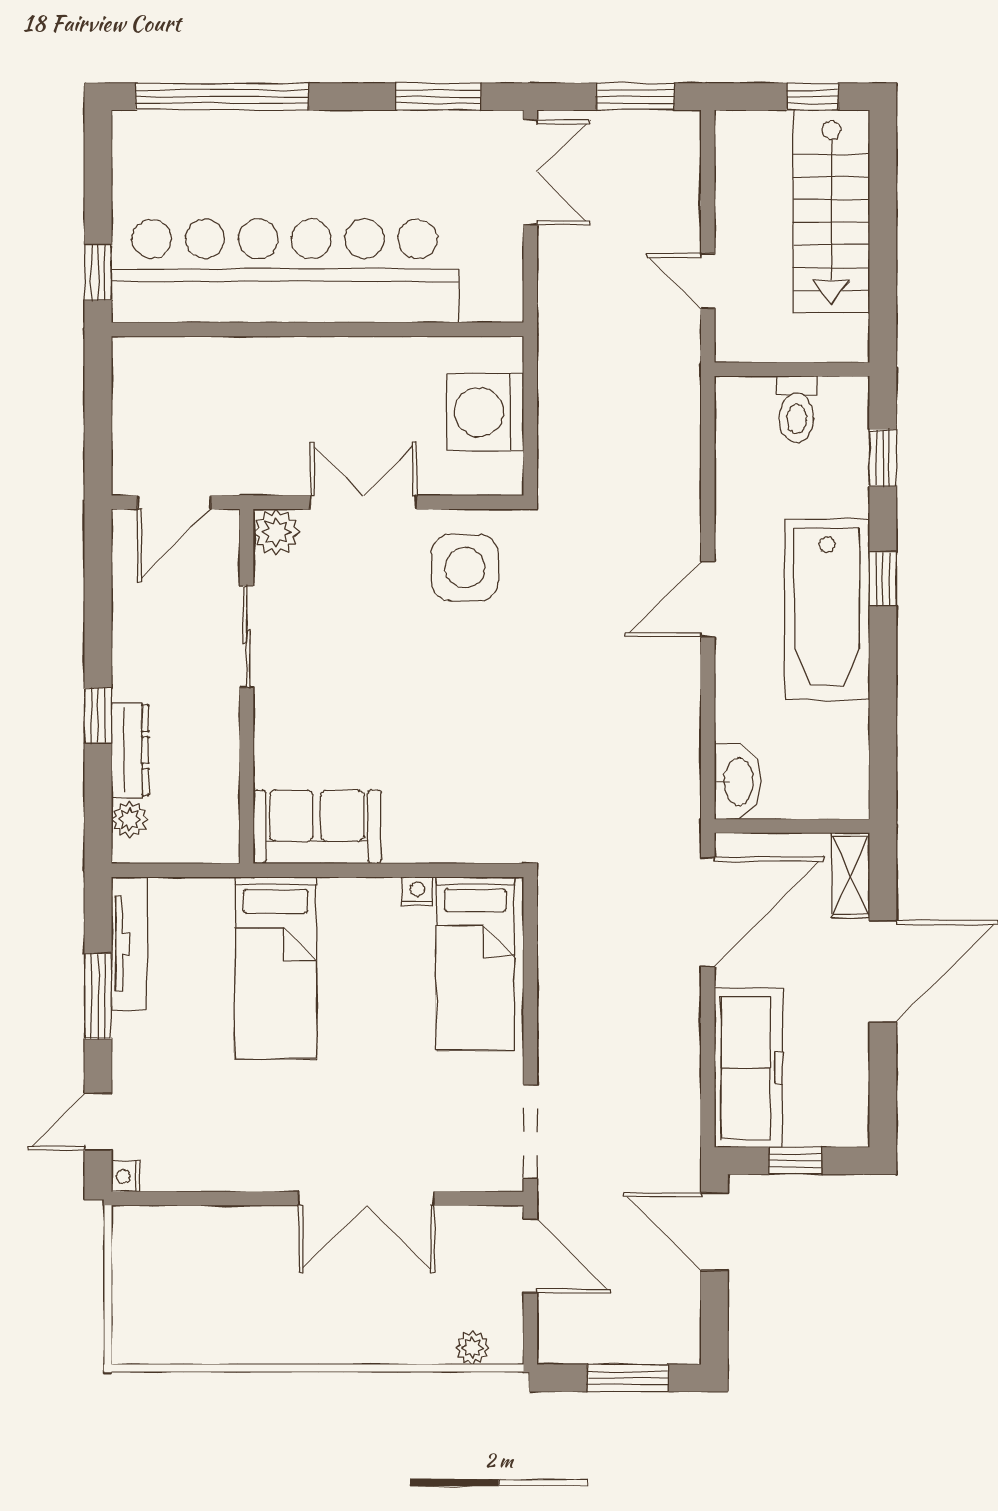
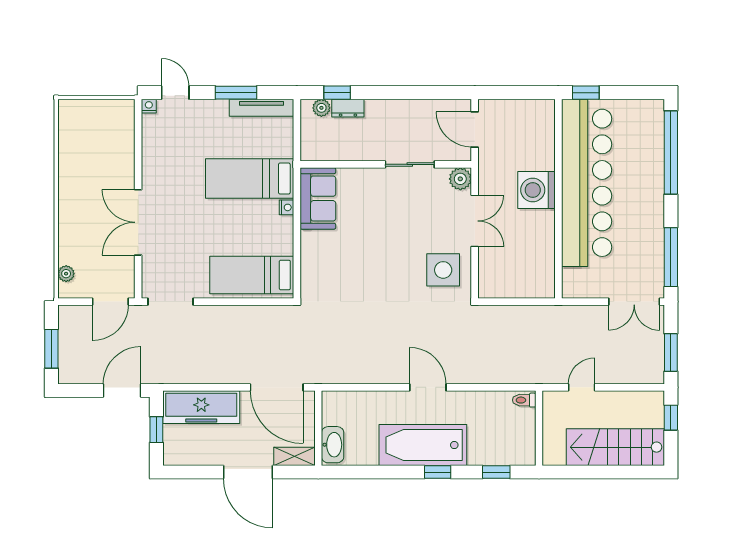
window: (438, 97) -> (671, 257), width x1.44
window: (812, 97) -> (671, 418), moved
toilet: (797, 409) -> (524, 400), moved, width x0.73, depth x0.72
washing machine: (485, 412) -> (536, 190), moved, turned -90
window: (98, 716) -> (337, 93), moved
dresser: (130, 750) -> (348, 108), width x0.70
washbasin: (737, 782) -> (333, 445), moved, turned -90
nightstand: (417, 892) -> (287, 207), moved

